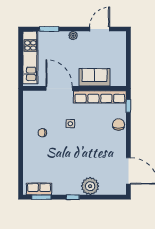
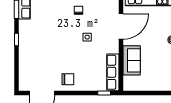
row of seats: (100, 97) -> (113, 72), width x0.73
chair: (118, 124) -> (68, 79), moved
plant: (90, 186) -> (27, 56), removed

